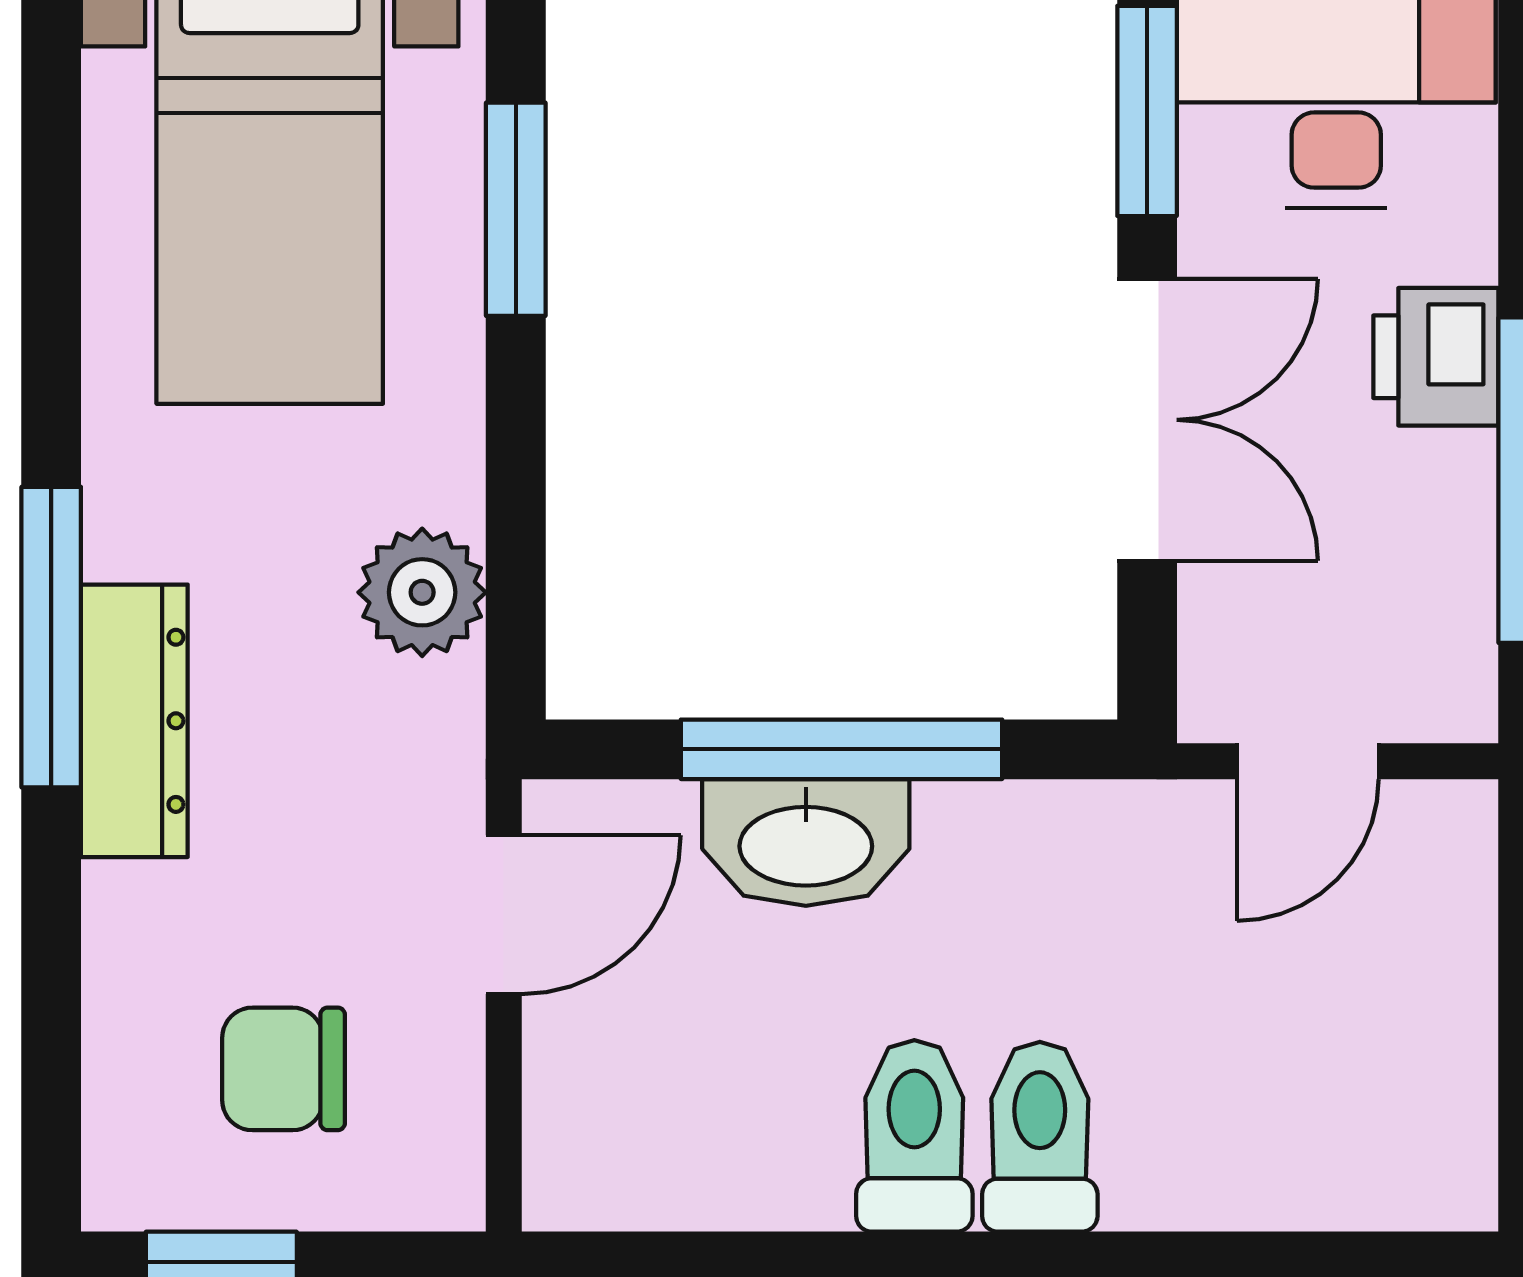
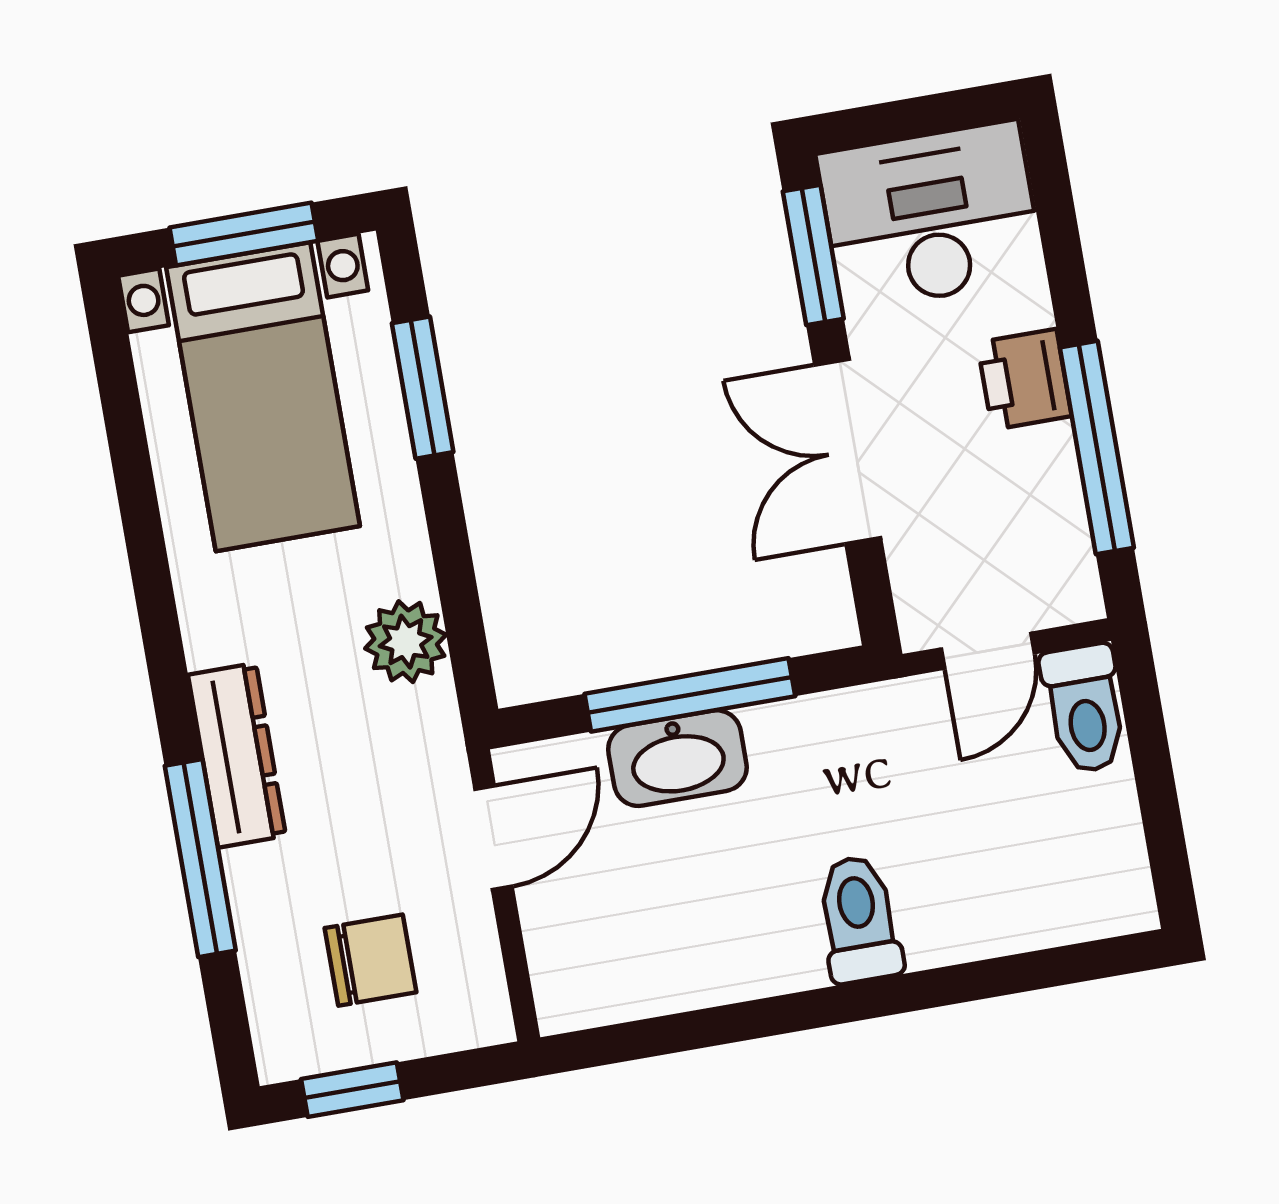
double door: (1147, 420) -> (848, 452), swing flipped
window: (51, 637) -> (200, 858), moved
chair: (284, 1069) -> (370, 960), turned 180
toilet: (914, 1136) -> (1085, 708), moved, turned 180

